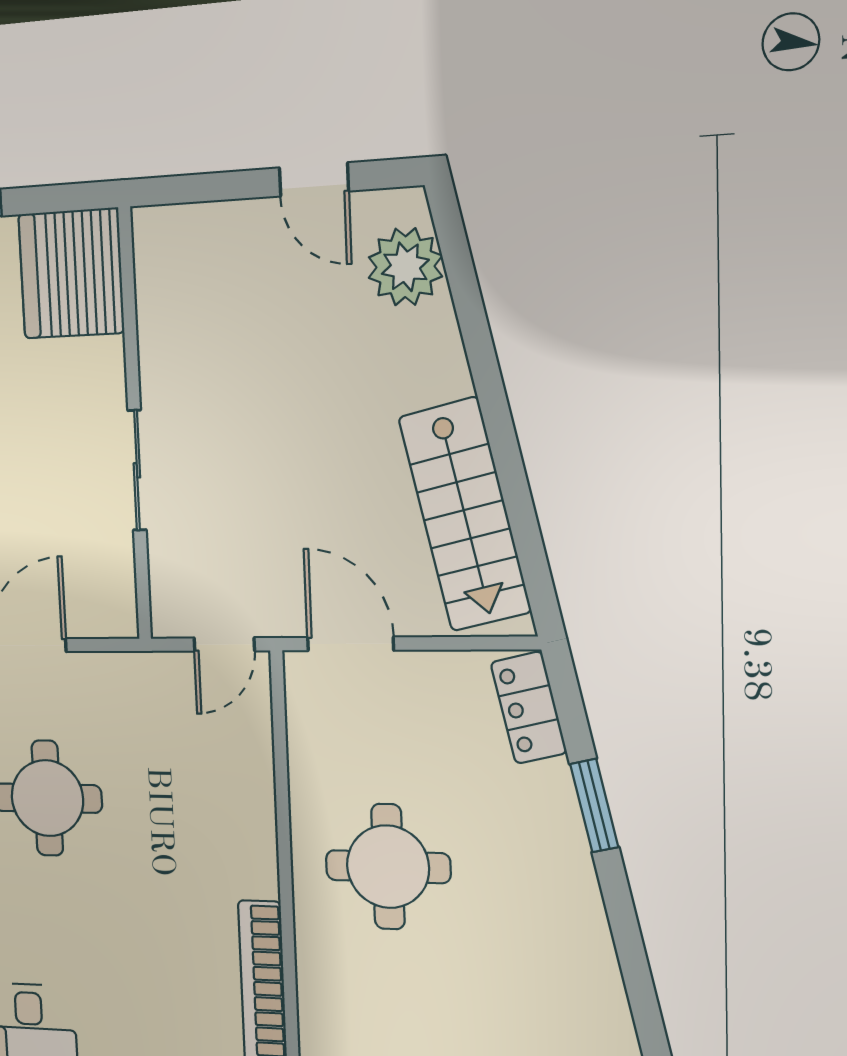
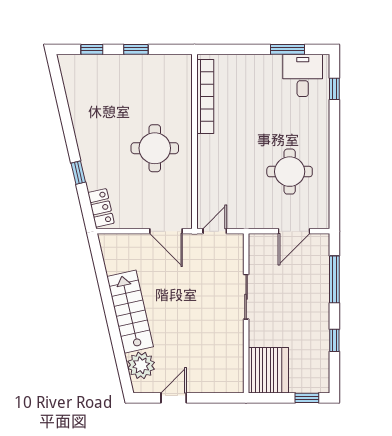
door: (314, 179) -> (174, 398), hinge flipped
stairs: (465, 515) -> (130, 312), moved
window: (594, 806) -> (78, 173), width x0.67

